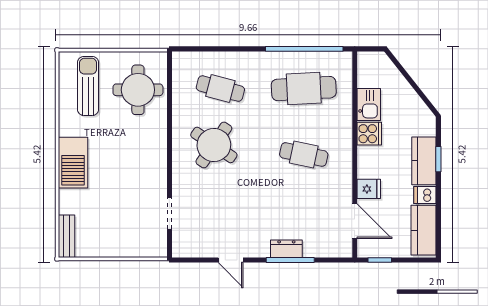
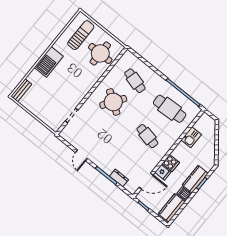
cooker: (369, 134) -> (171, 163), moved
door: (355, 221) -> (146, 181), hinge flipped
dresser: (286, 249) -> (119, 178), moved

